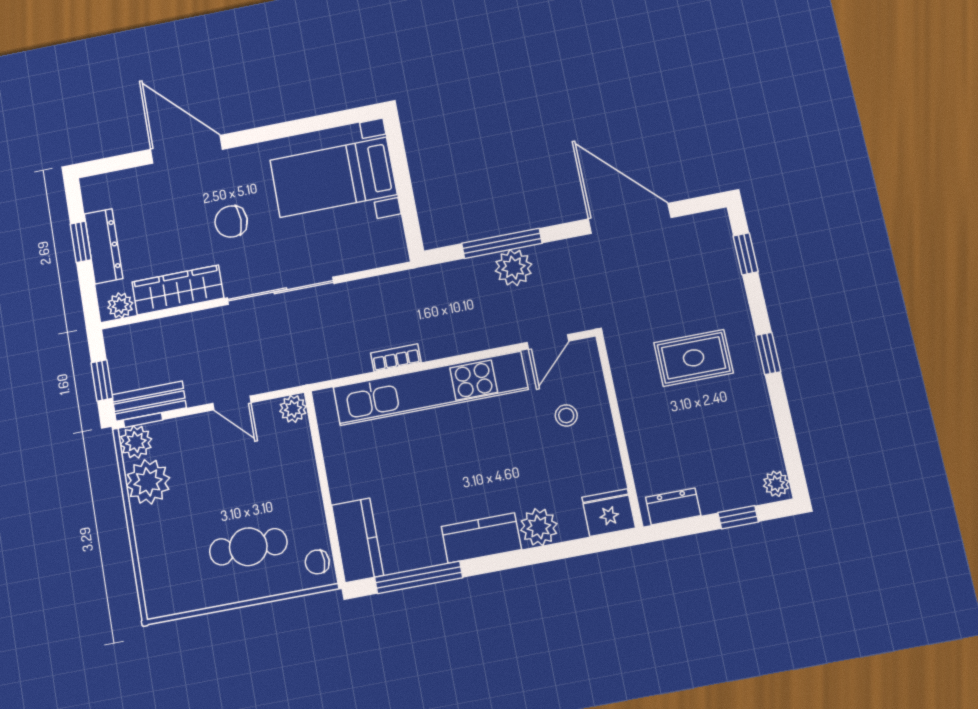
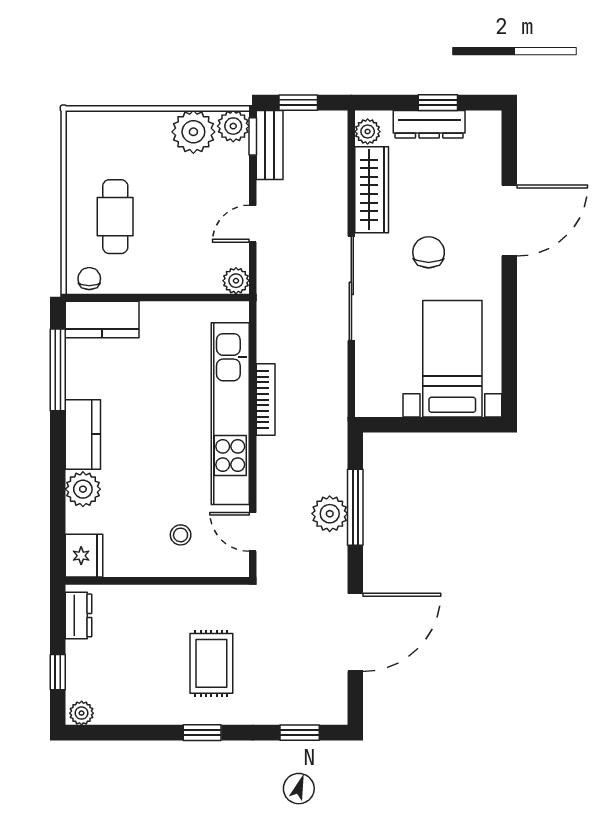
bookcase: (396, 358) -> (266, 400), width x1.56

